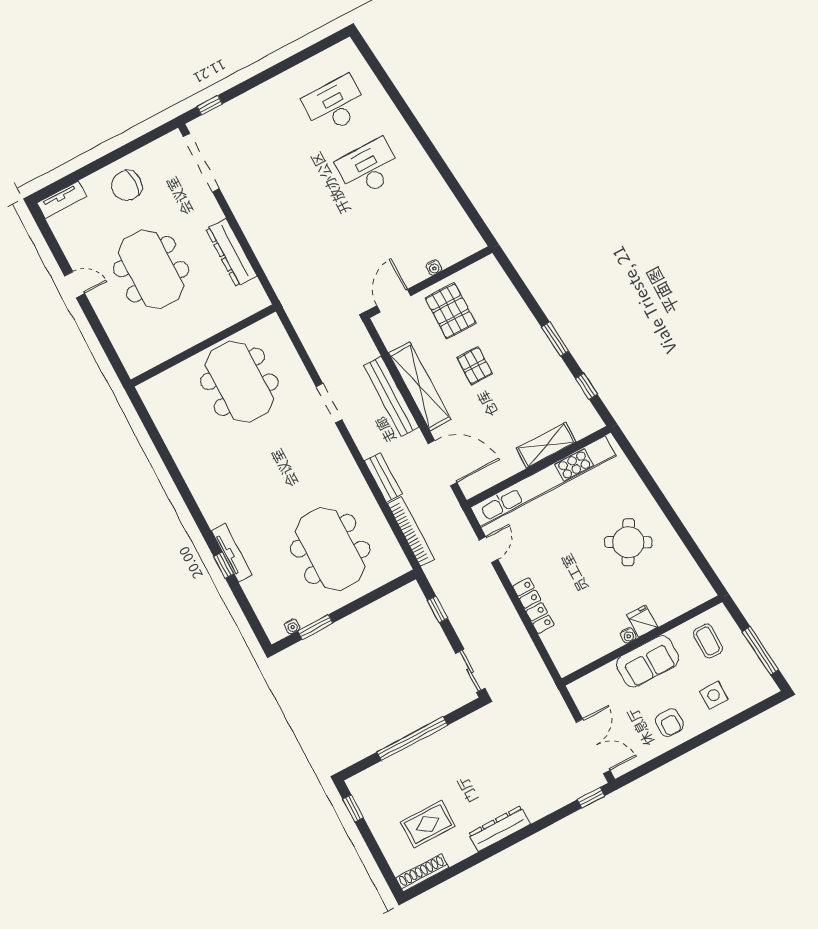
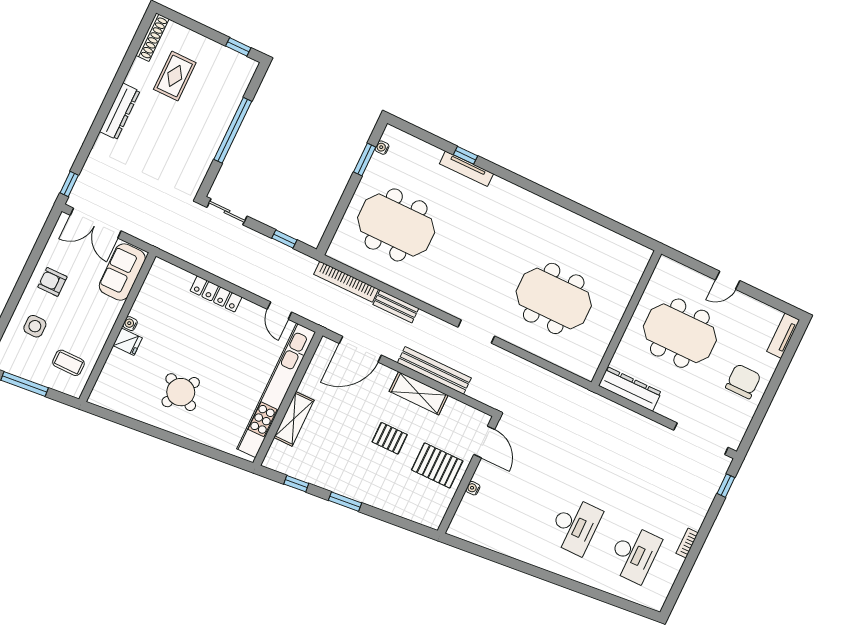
bookcase: (281, 80) -> (687, 543), added
wall: (203, 345) -> (626, 318), moved
shelving: (420, 386) -> (419, 393), width x0.68
sofa: (648, 661) -> (122, 272), moved

